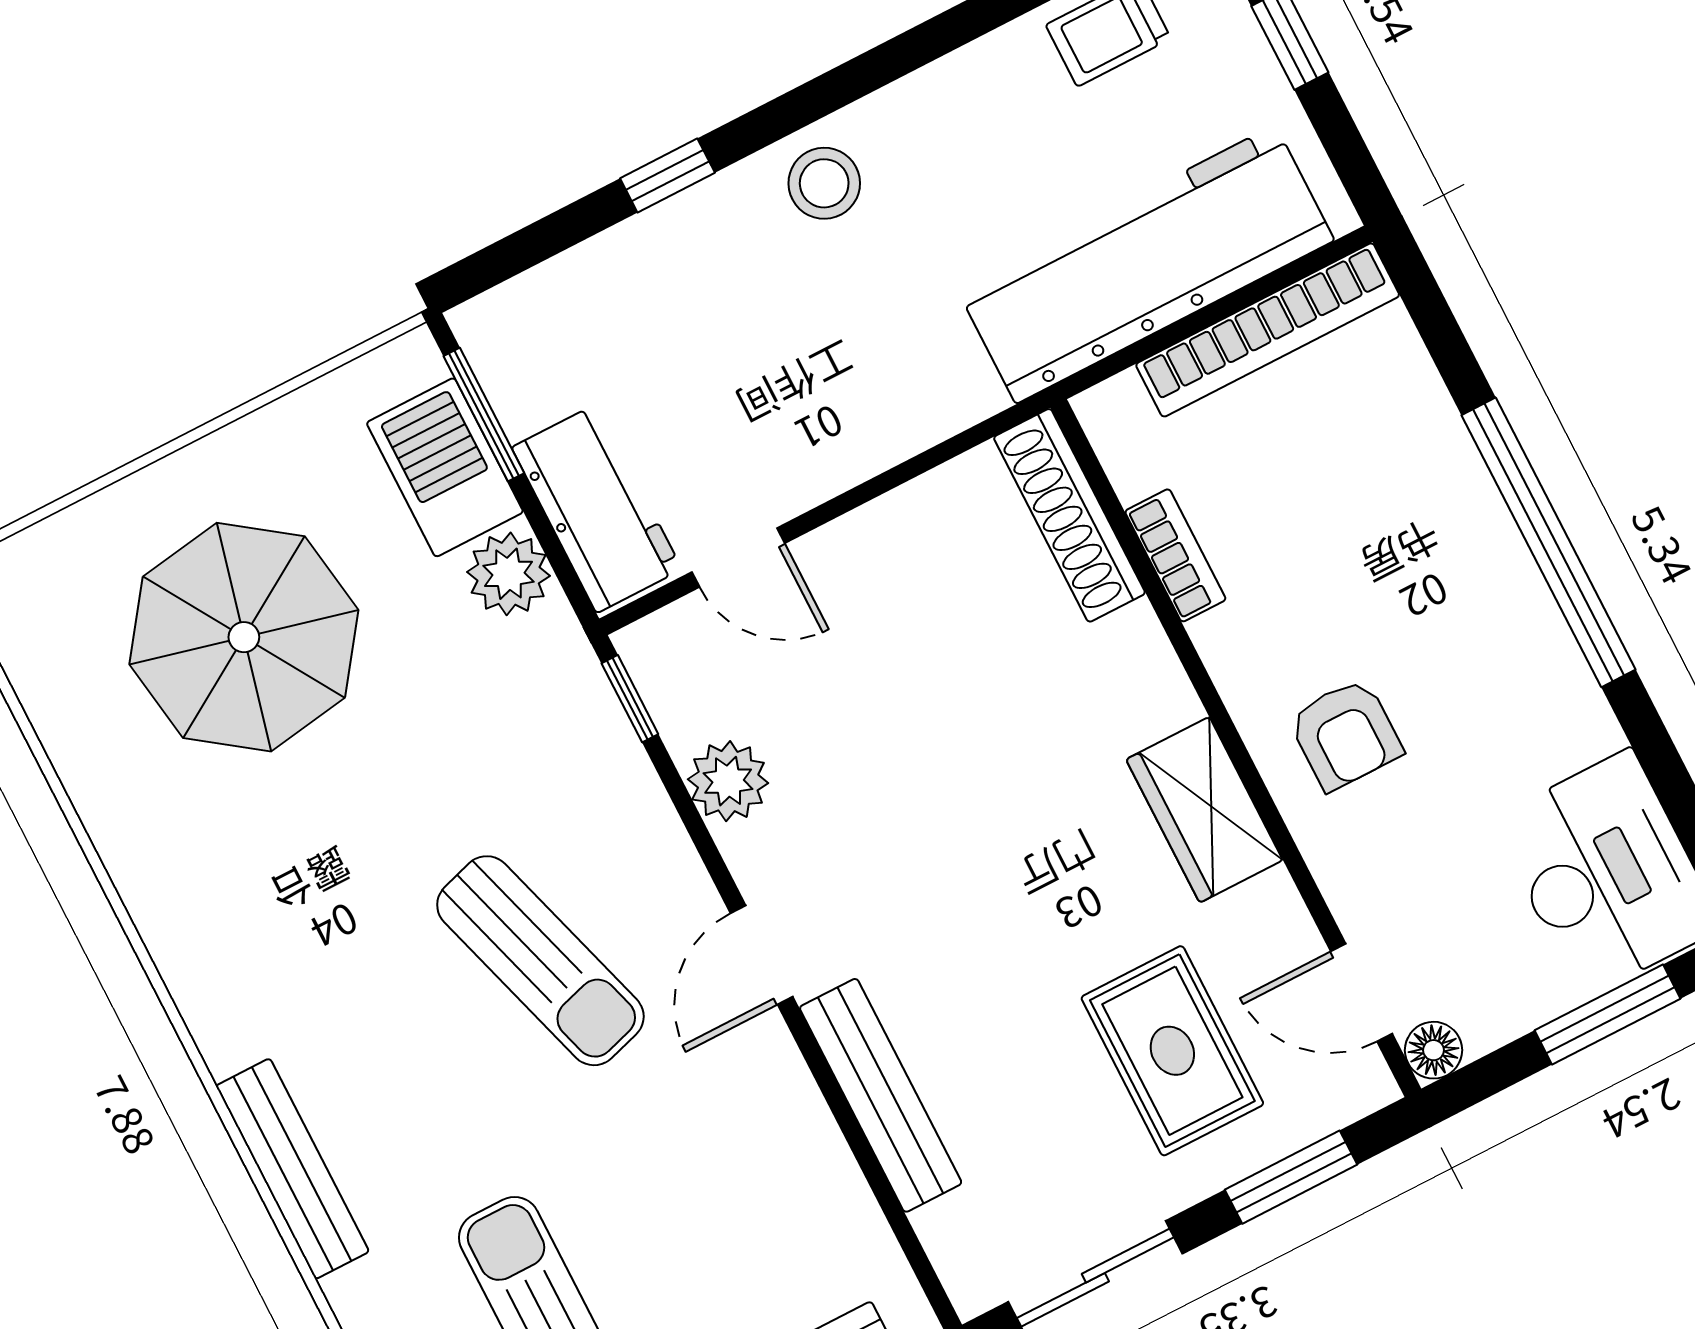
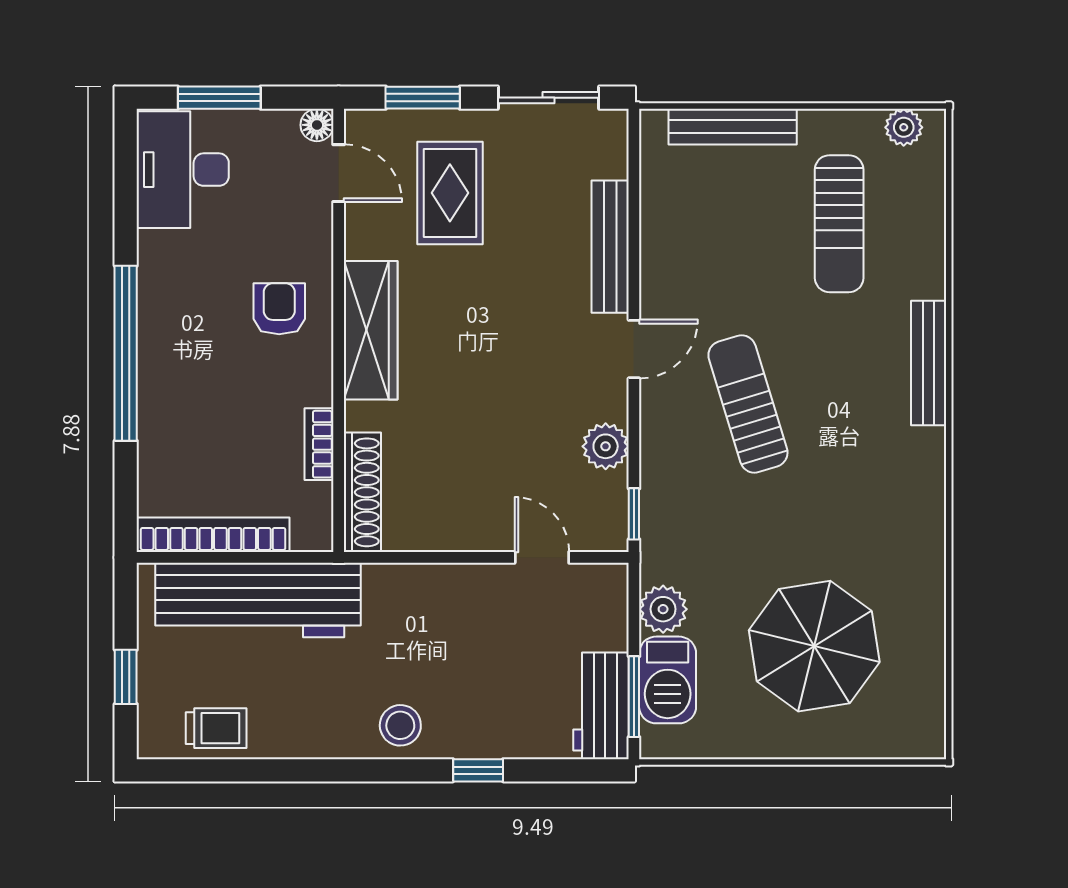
workbench: (597, 508) -> (601, 706), moved
wardrobe: (1204, 810) -> (371, 330), width x1.50

